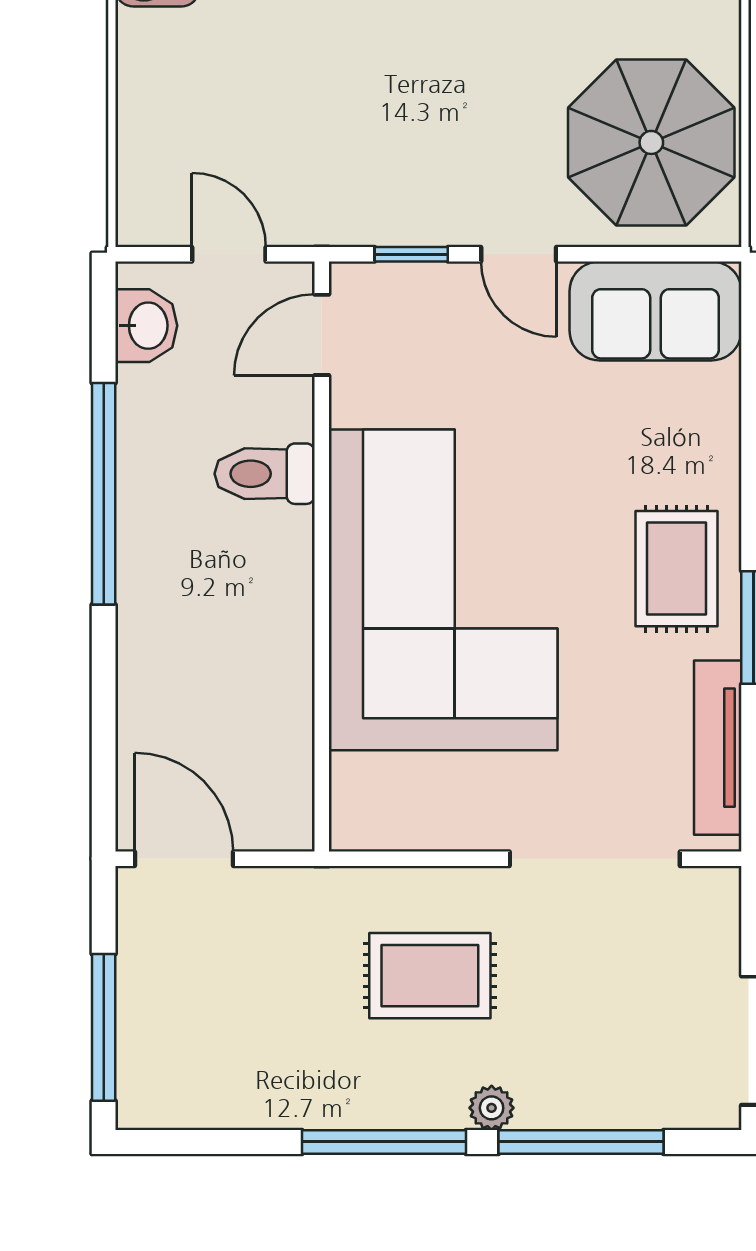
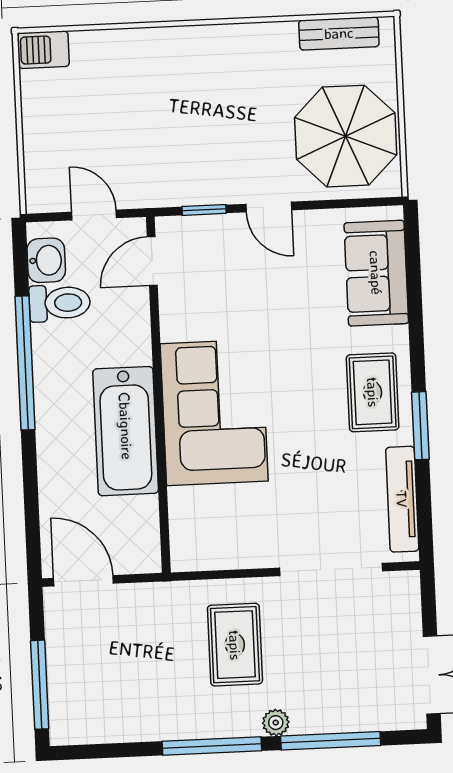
sofa: (656, 311) -> (376, 273), moved, turned 90
toilet: (265, 474) -> (60, 303), moved, turned 180
corner sofa: (443, 590) -> (214, 412), width x0.73, depth x0.74
bathtub: (265, 614) -> (126, 431), added
rug: (430, 976) -> (235, 645), turned 90

